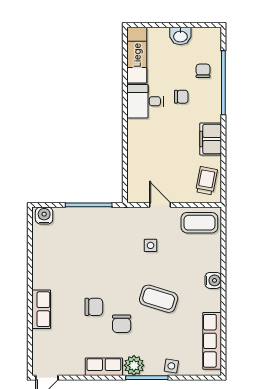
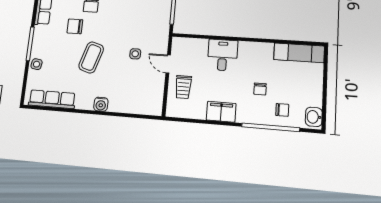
washbasin: (180, 36) -> (314, 117), moved
desk: (145, 101) -> (222, 55), moved
trolley: (206, 181) -> (183, 87), moved, turned 79
door: (160, 205) -> (168, 64), swing flipped
coffee table: (199, 223) -> (150, 96), removed
plant: (134, 365) -> (41, 34), removed

